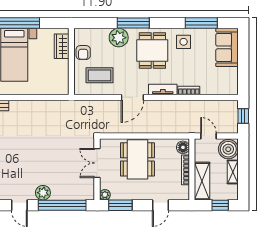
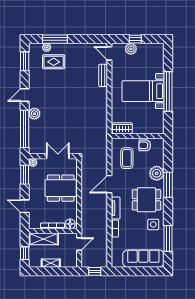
wardrobe: (62, 46) -> (122, 128), moved
sofa: (227, 47) -> (143, 259), width x1.36
door: (132, 97) -> (109, 184), hinge flipped
boiler: (228, 149) -> (69, 260), removed

